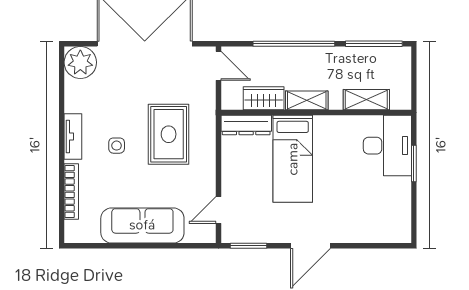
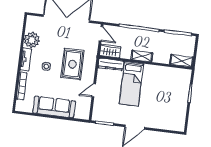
plant: (80, 62) -> (32, 40), moved
wardrobe: (264, 98) -> (110, 51), moved
shelving: (366, 100) -> (182, 61), moved
desk: (387, 146) -> (178, 83), removed
door: (218, 210) -> (94, 90), moved

